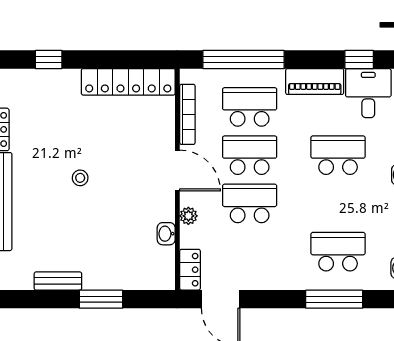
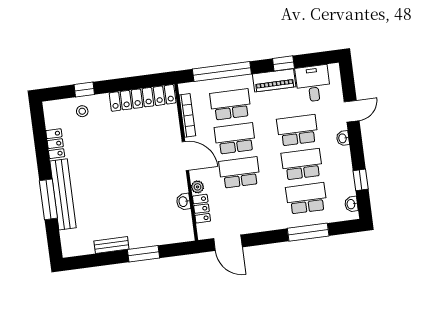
window: (359, 59) -> (283, 63), moved
stool: (80, 178) -> (82, 111), moved
school desk: (338, 203) -> (302, 164), added
locker: (190, 270) -> (201, 209), moved

